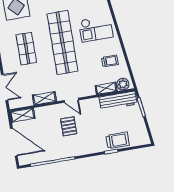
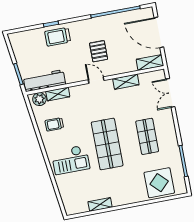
checkout: (96, 29) -> (71, 160), turned 180
shop shelf: (62, 42) -> (107, 144), width x0.71
trolley: (118, 140) -> (58, 37), moved

